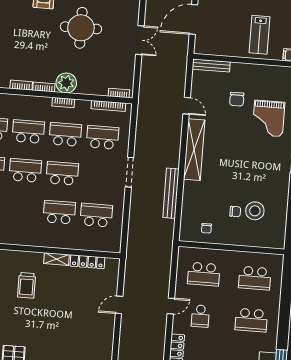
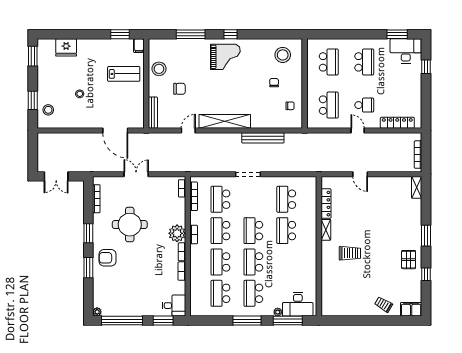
stool: (262, 77) -> (159, 69), added
grand piano: (269, 118) -> (225, 57), moved
stool: (255, 211) -> (283, 55), moved

